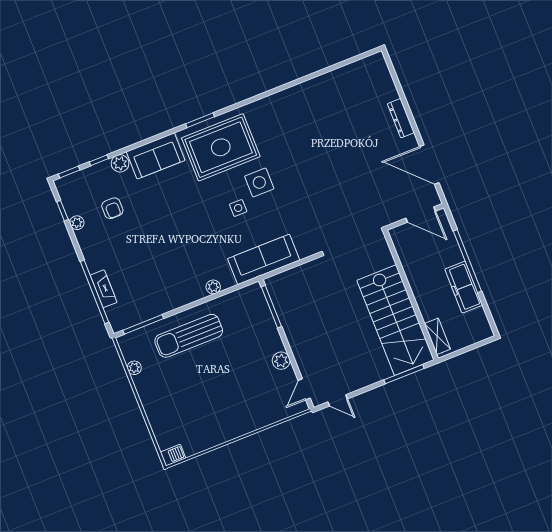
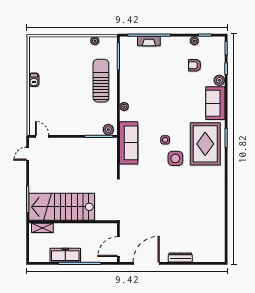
plant: (281, 361) -> (108, 130), moved
barbecue: (173, 455) -> (34, 80), moved

